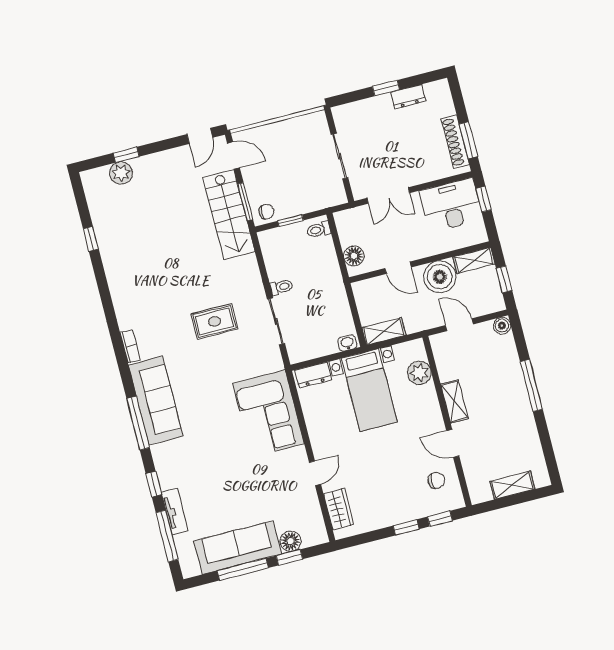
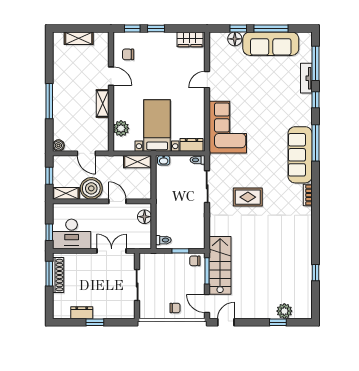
chair: (277, 138) -> (175, 308), added
toilet: (281, 287) -> (198, 160), moved
wardrobe: (339, 509) -> (190, 39), moved, turned -90

